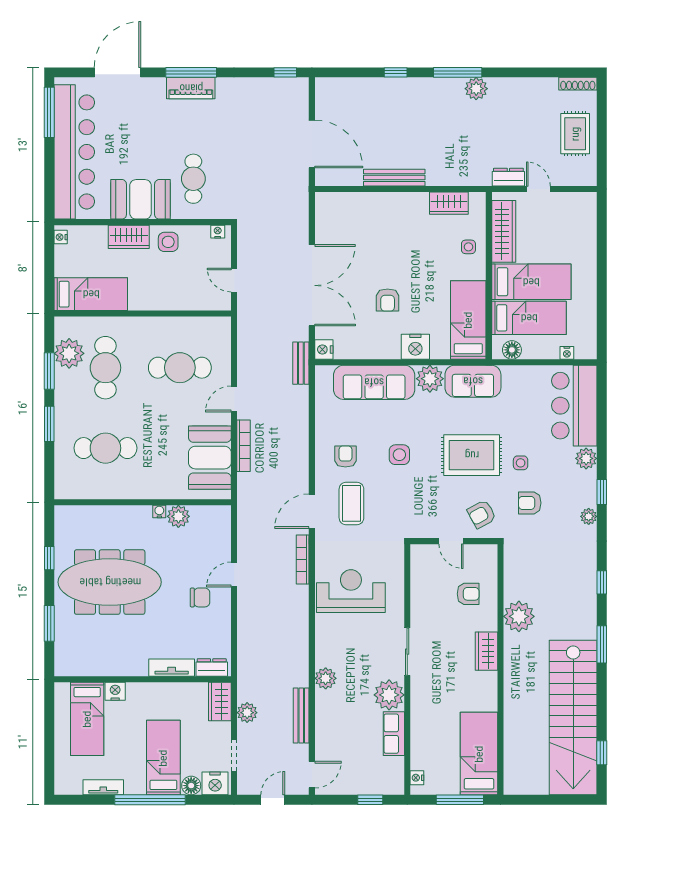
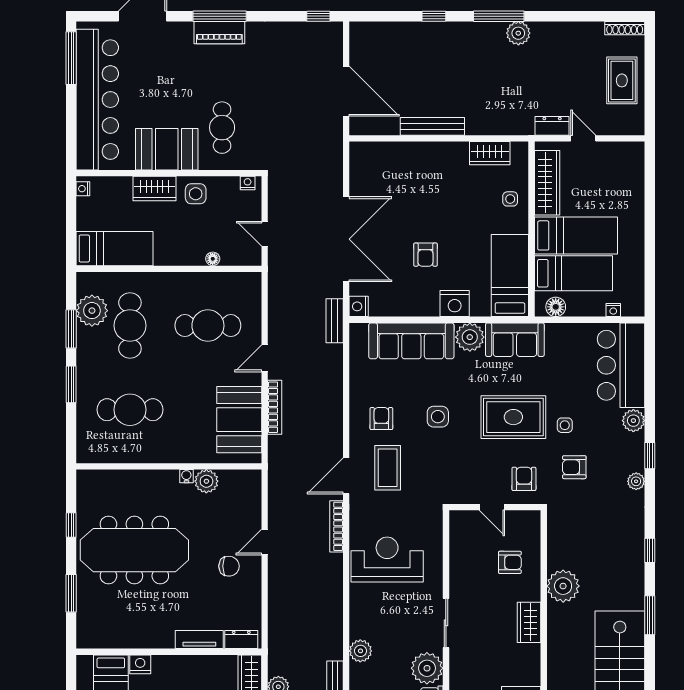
floor lamp: (184, 304) -> (213, 259), added
armchair: (482, 514) -> (524, 479), turned 119

